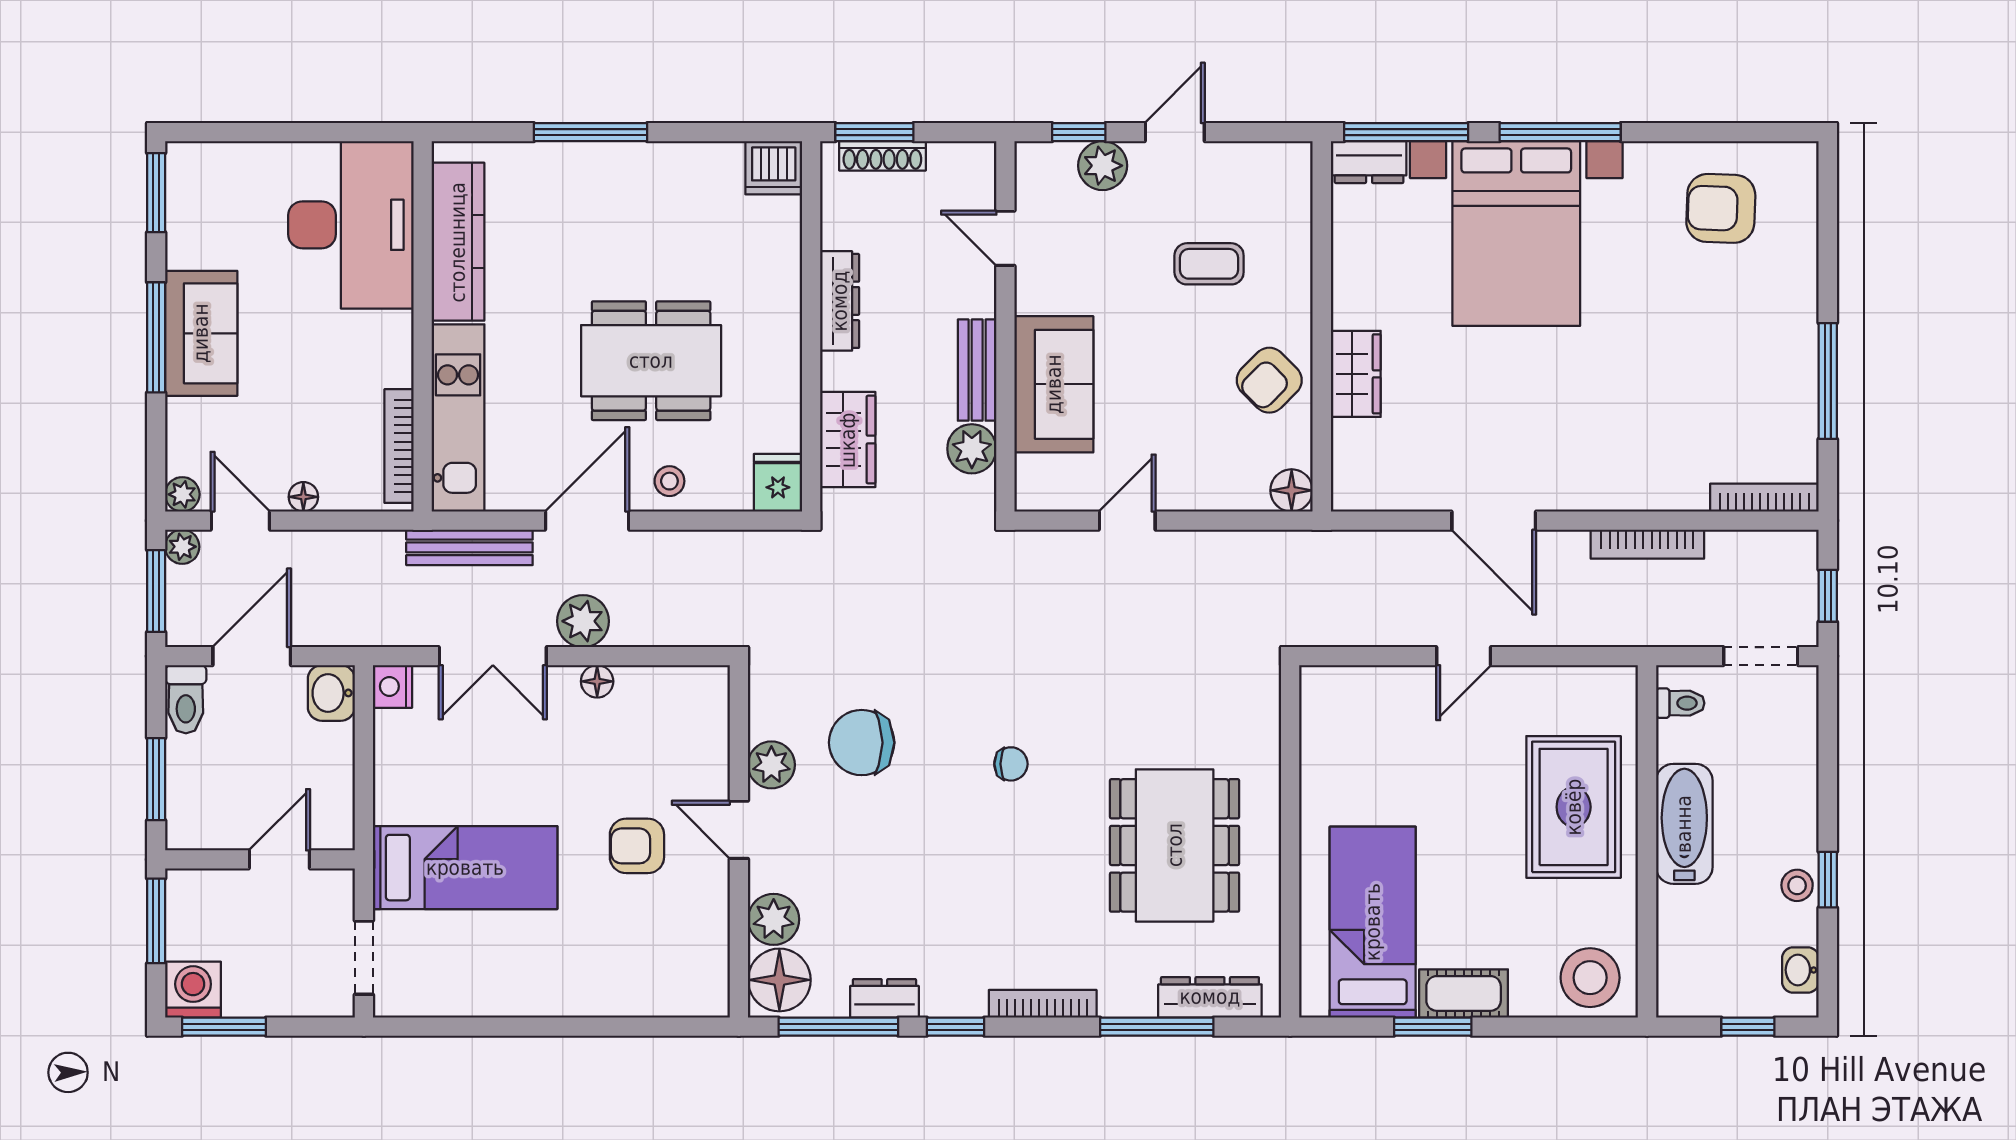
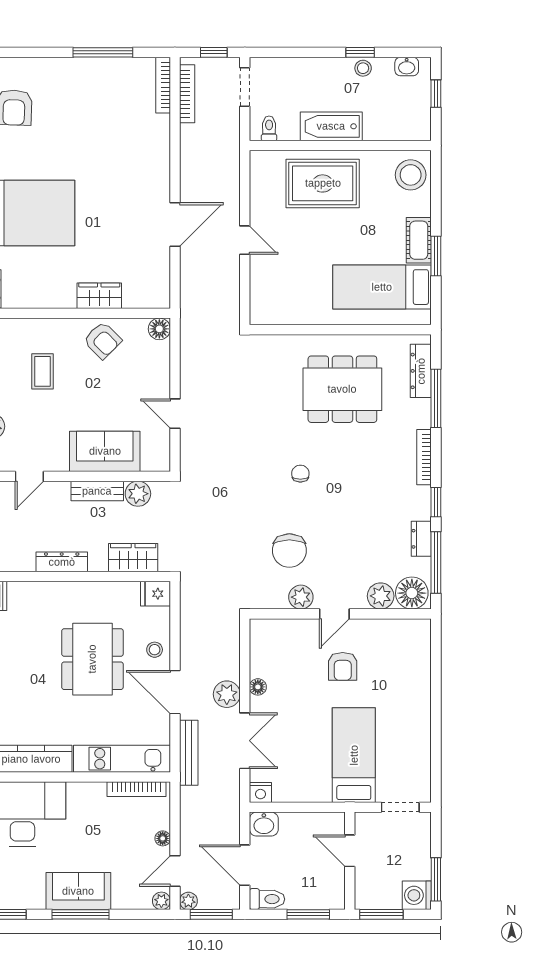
bookcase: (1647, 544) -> (187, 94), moved

